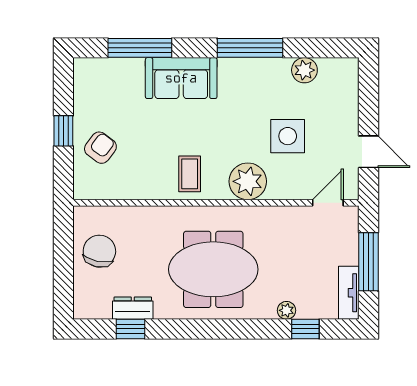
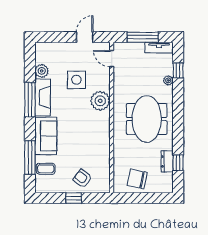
fireplace: (254, 72) -> (43, 97), added
coffee table: (190, 174) -> (46, 169), moved

